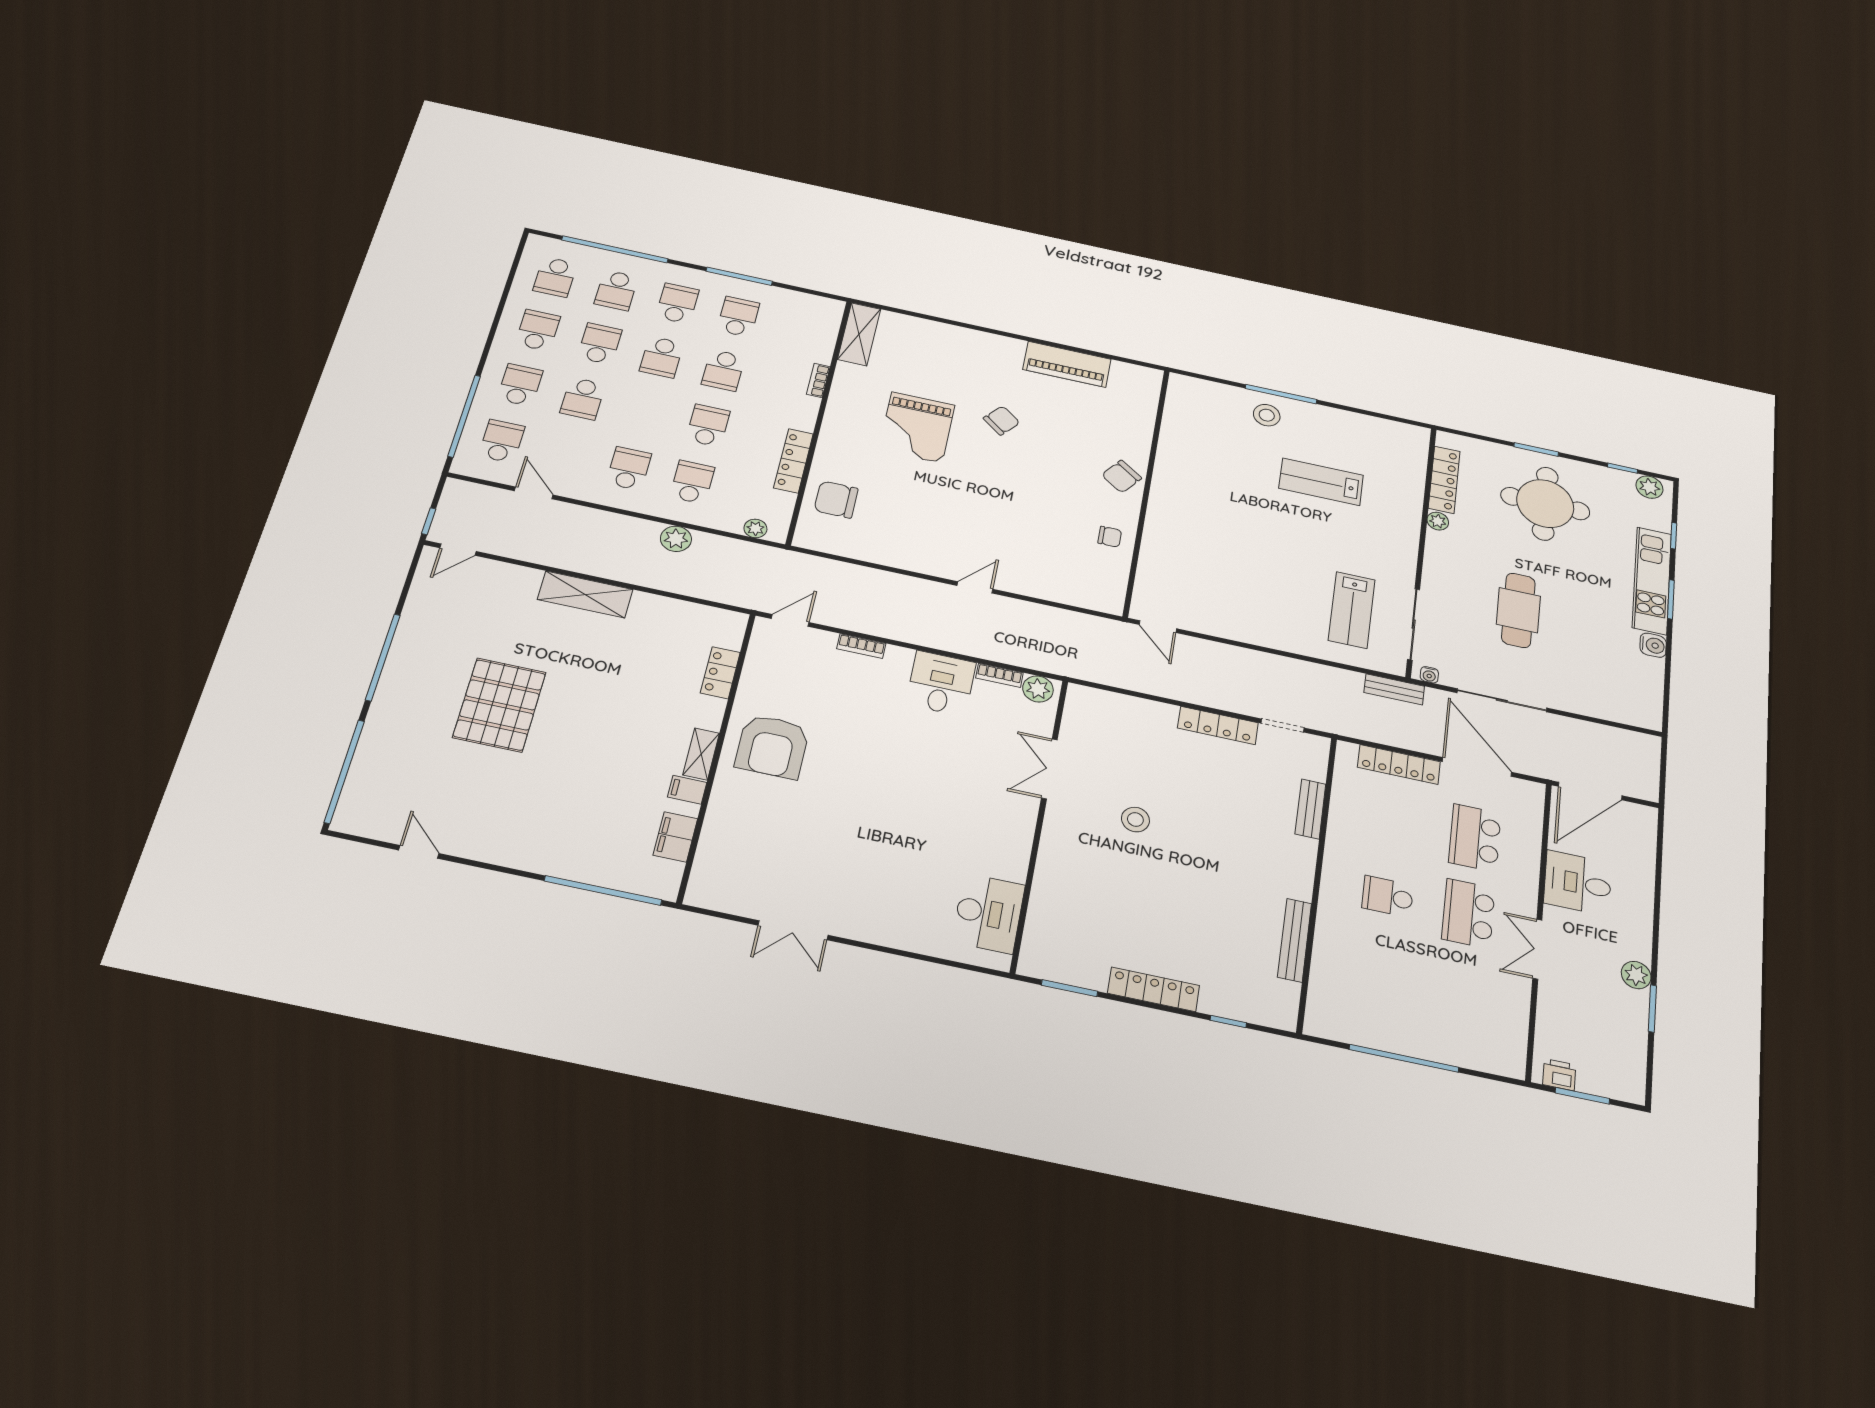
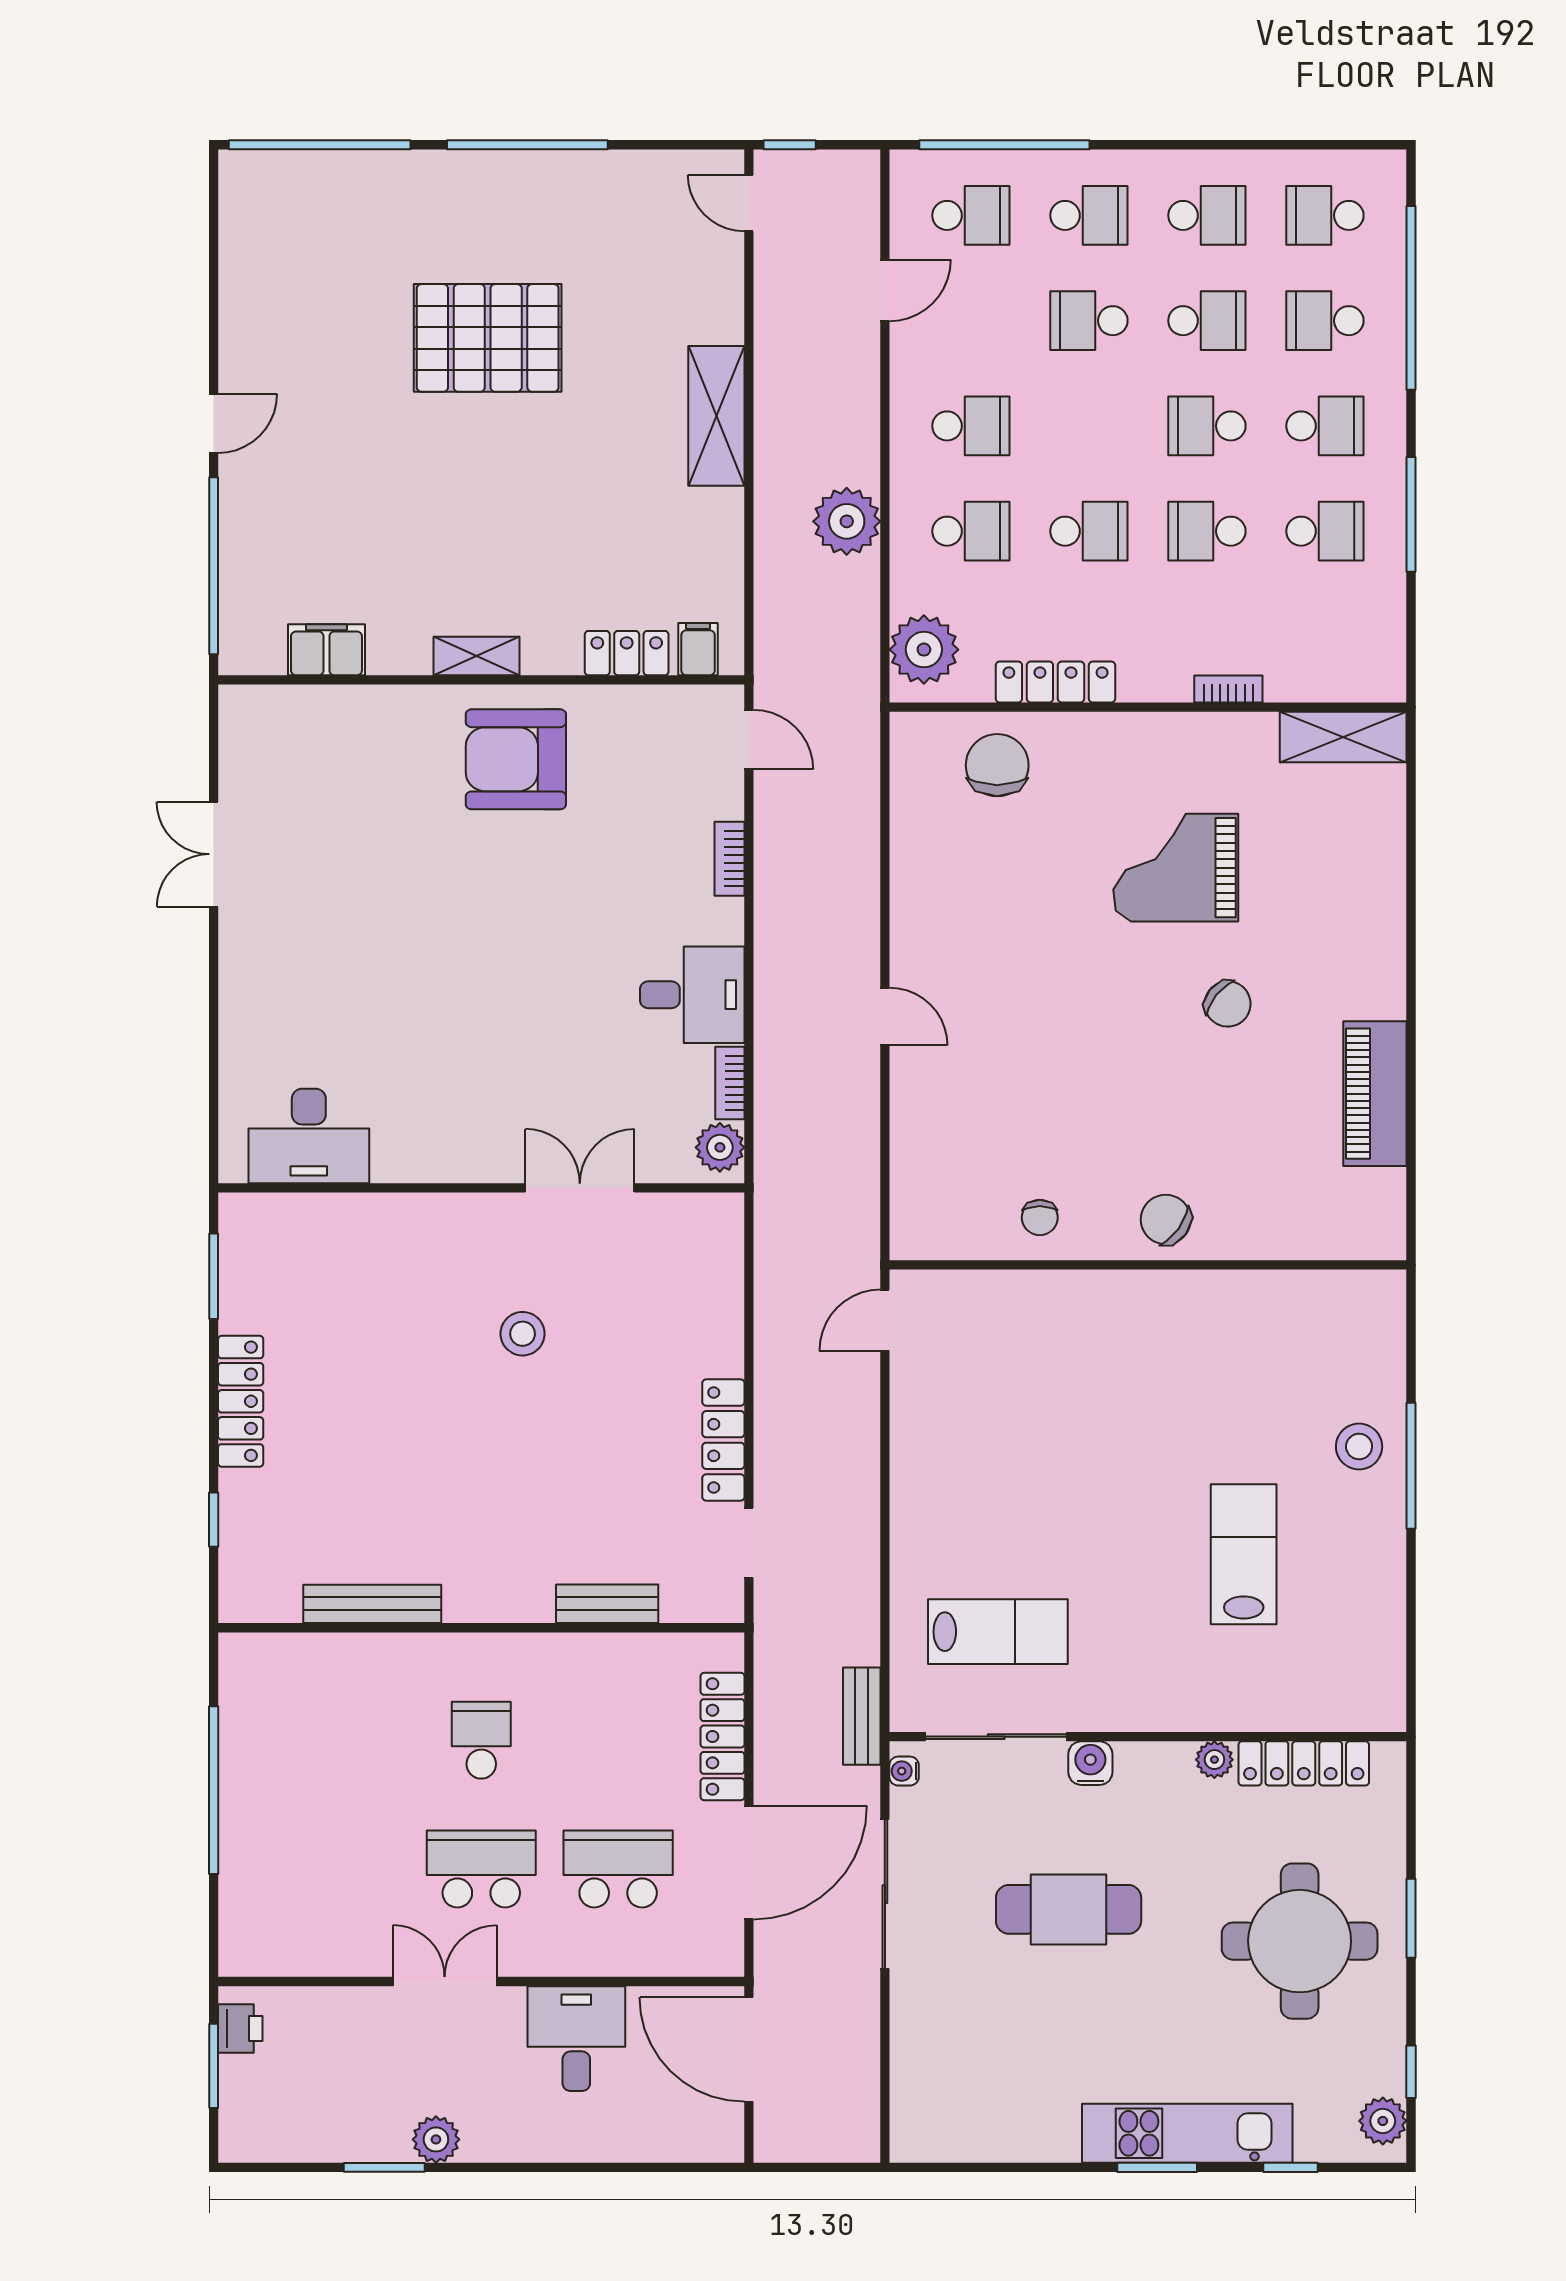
plant: (755, 528) -> (924, 650), width x1.88, depth x1.88
plant: (676, 539) -> (847, 521), width x1.36, depth x1.36
lab bench: (1352, 610) -> (998, 1632), turned 180
water cooler: (1653, 645) -> (1090, 1763), moved, turned 180
filing cabinet: (687, 790) -> (698, 649), moved
door: (419, 852) -> (214, 423), moved

